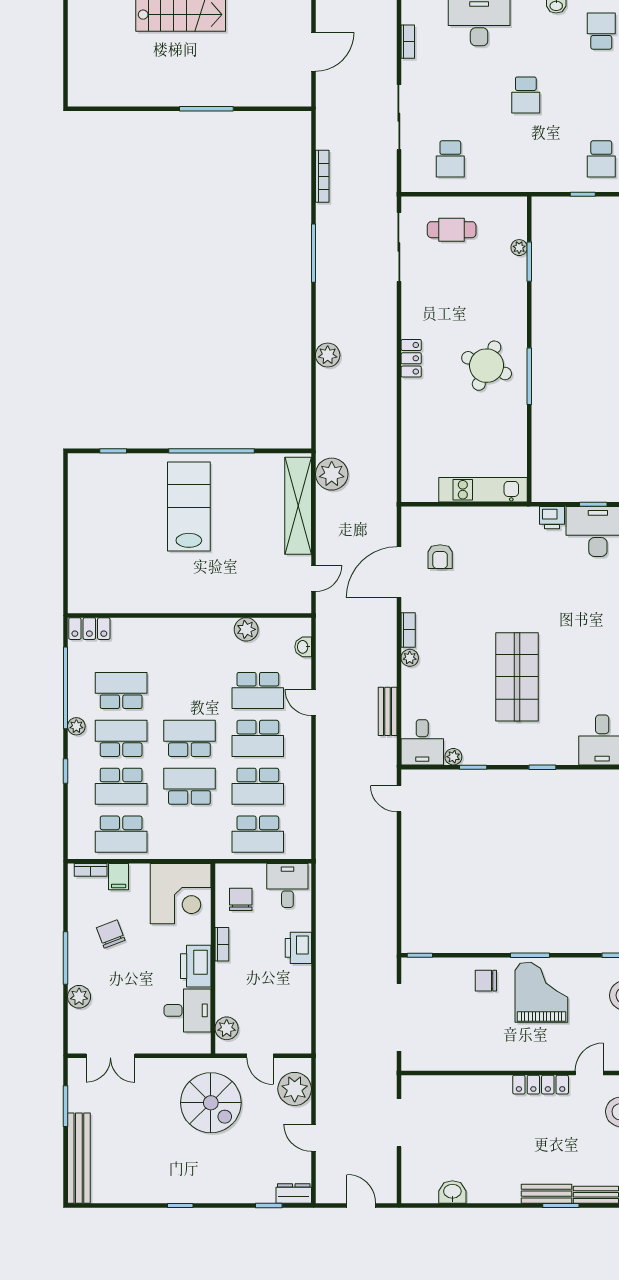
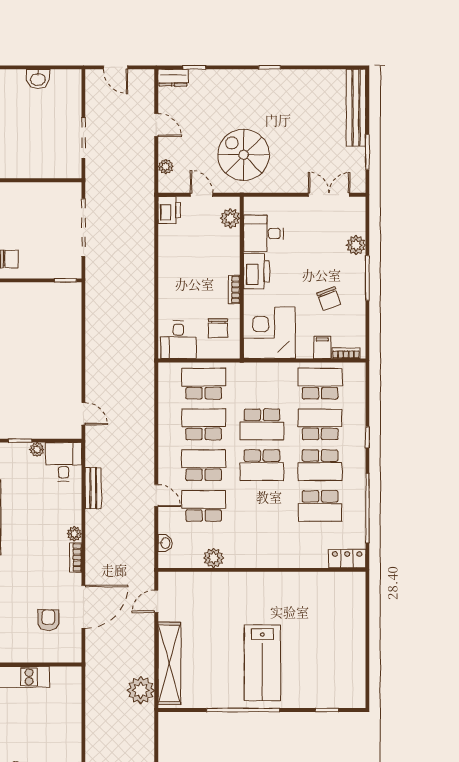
plant: (76, 726) -> (358, 475), removed
printer: (298, 948) -> (169, 210), moved
plant: (295, 1089) -> (166, 167), width x0.53, depth x0.53

